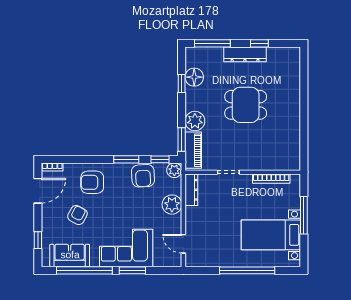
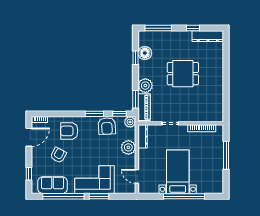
dresser: (245, 54) -> (208, 36), moved
bed with nightstands: (271, 235) -> (178, 172), moved, turned 90

